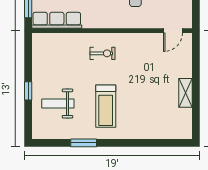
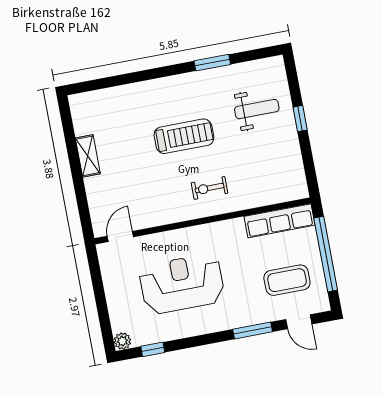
treadmill: (106, 106) -> (184, 136), moved, turned 90

